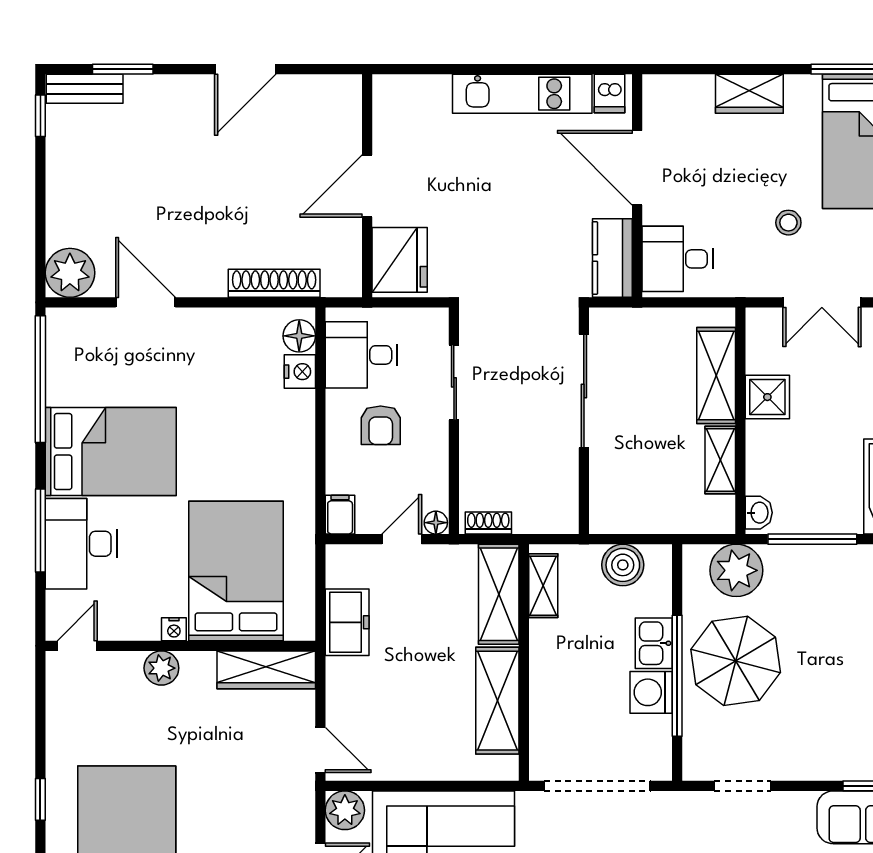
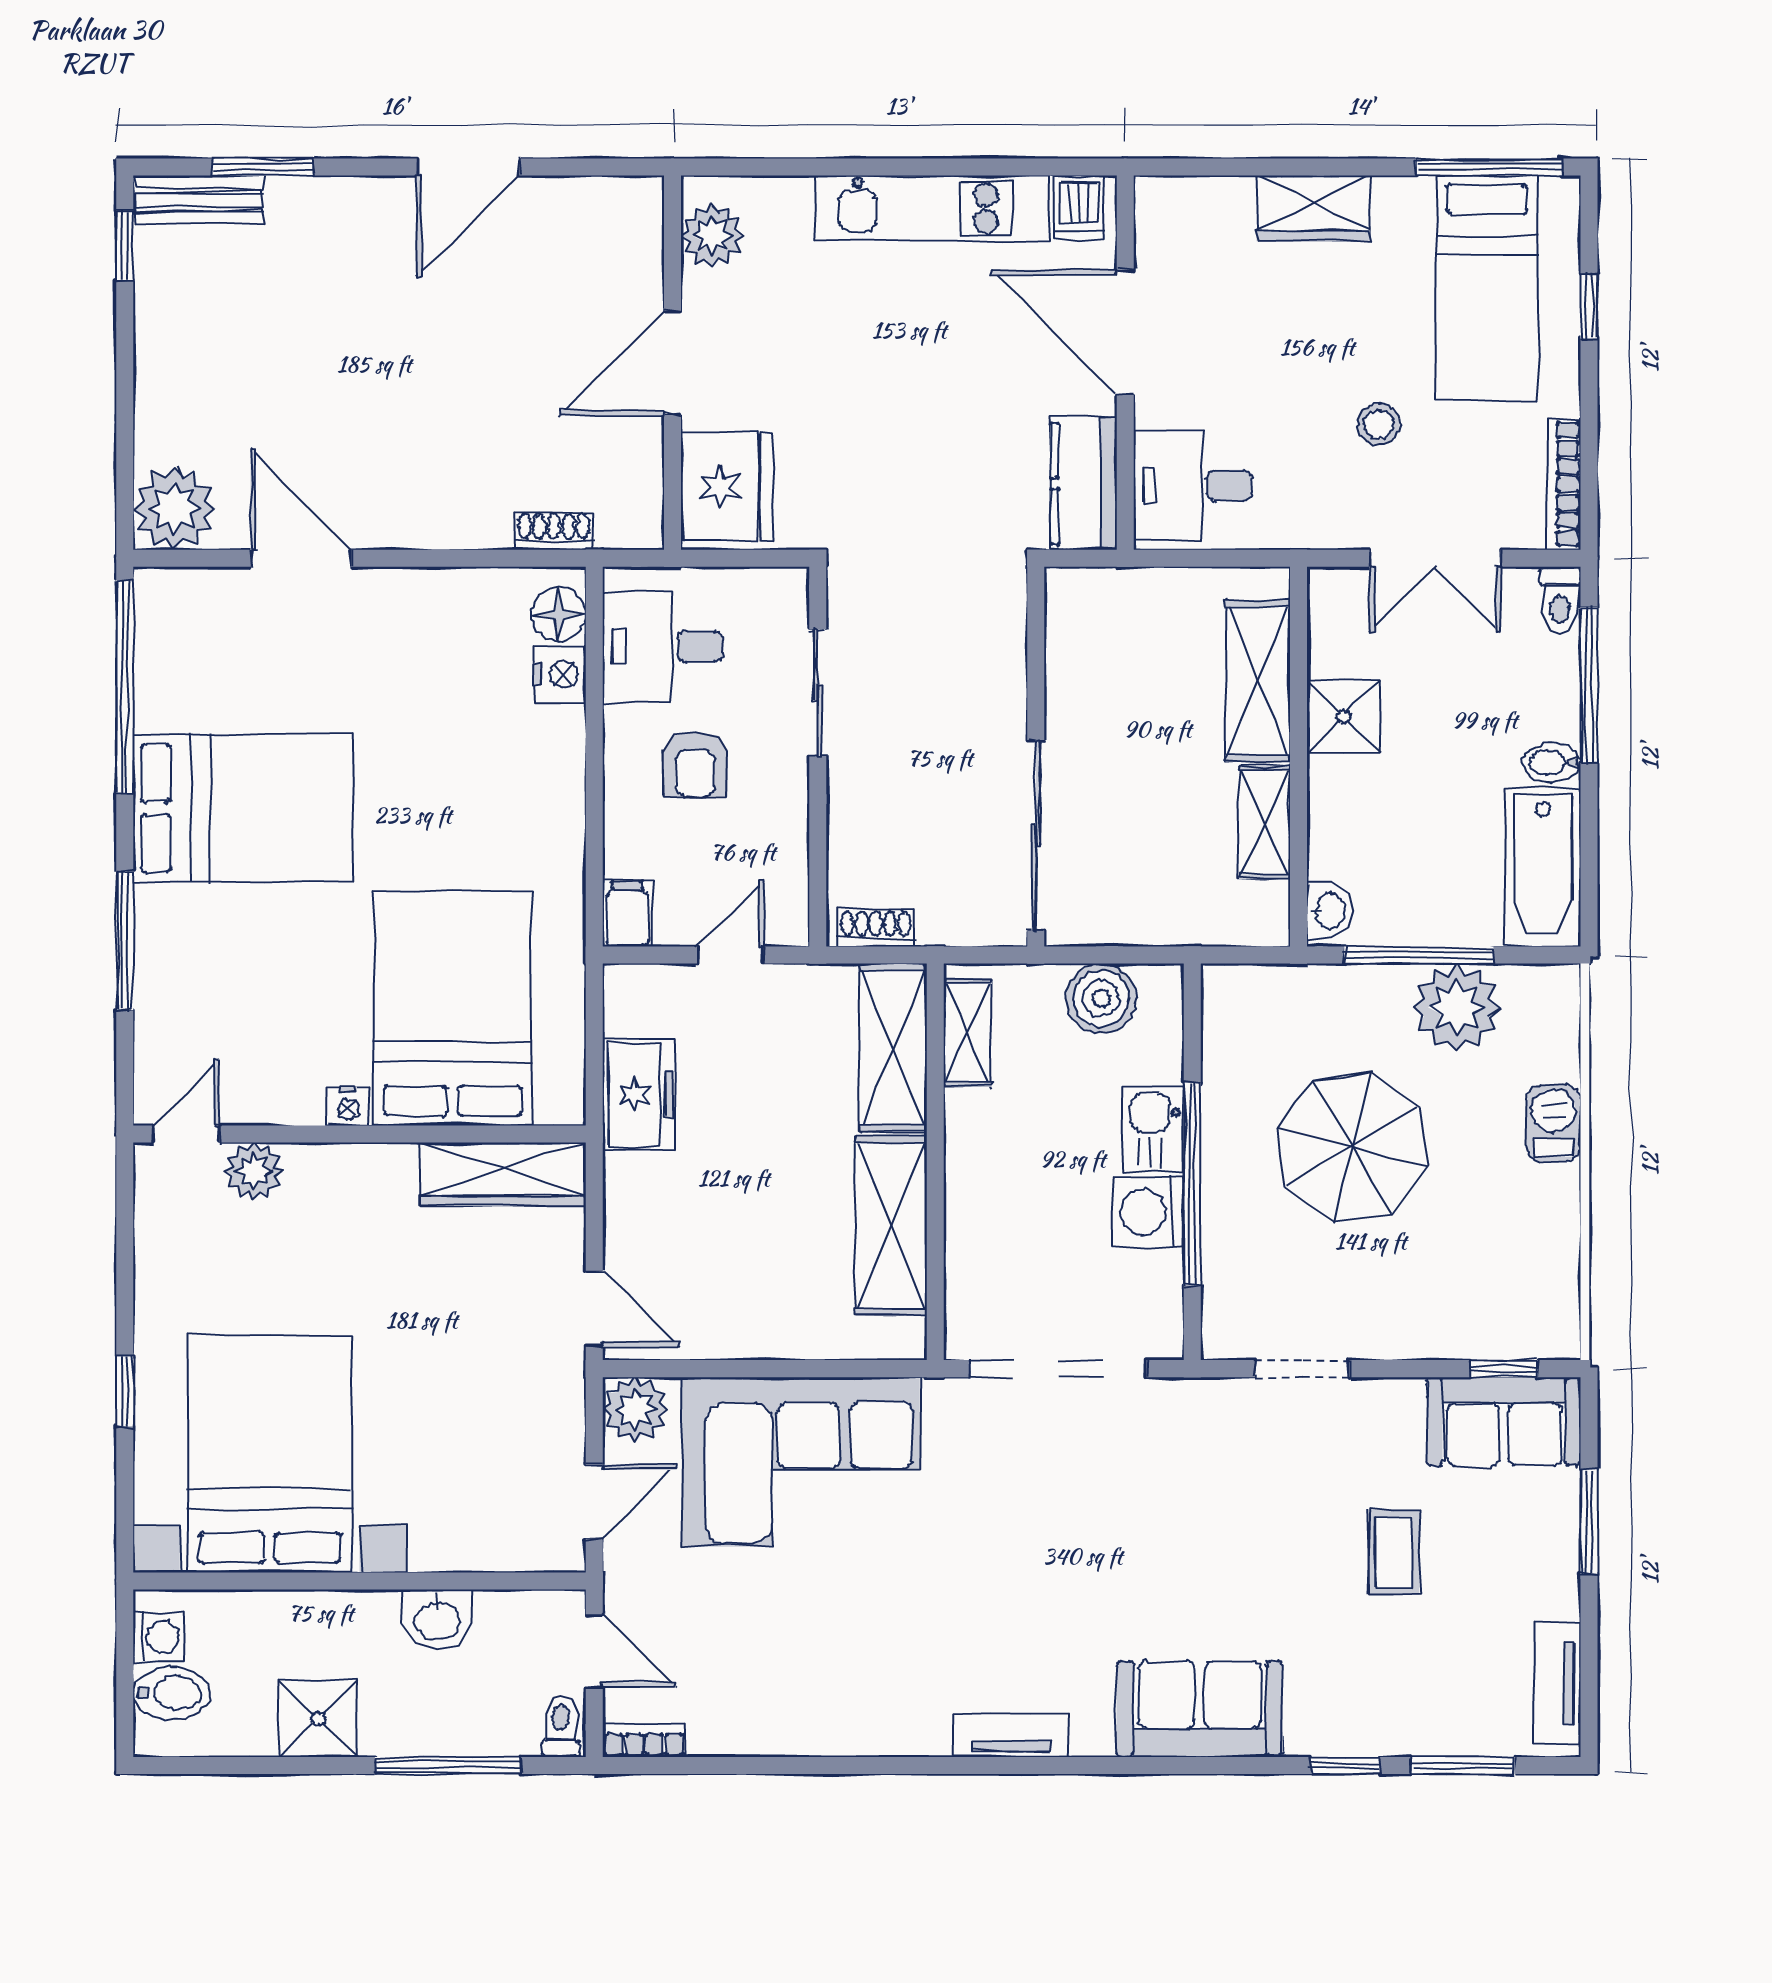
plant: (391, 110) -> (712, 236), added
shoe rack: (274, 283) -> (554, 531), width x0.51, depth x0.81
sliding door: (584, 391) -> (1036, 835), moved
floor lamp: (436, 523) -> (788, 927), removed
desk: (81, 544) -> (193, 963), removed
plant: (736, 570) -> (1456, 1007), moved
parasol: (736, 661) -> (1352, 1147), moved
plant: (161, 668) -> (254, 1171), moved

